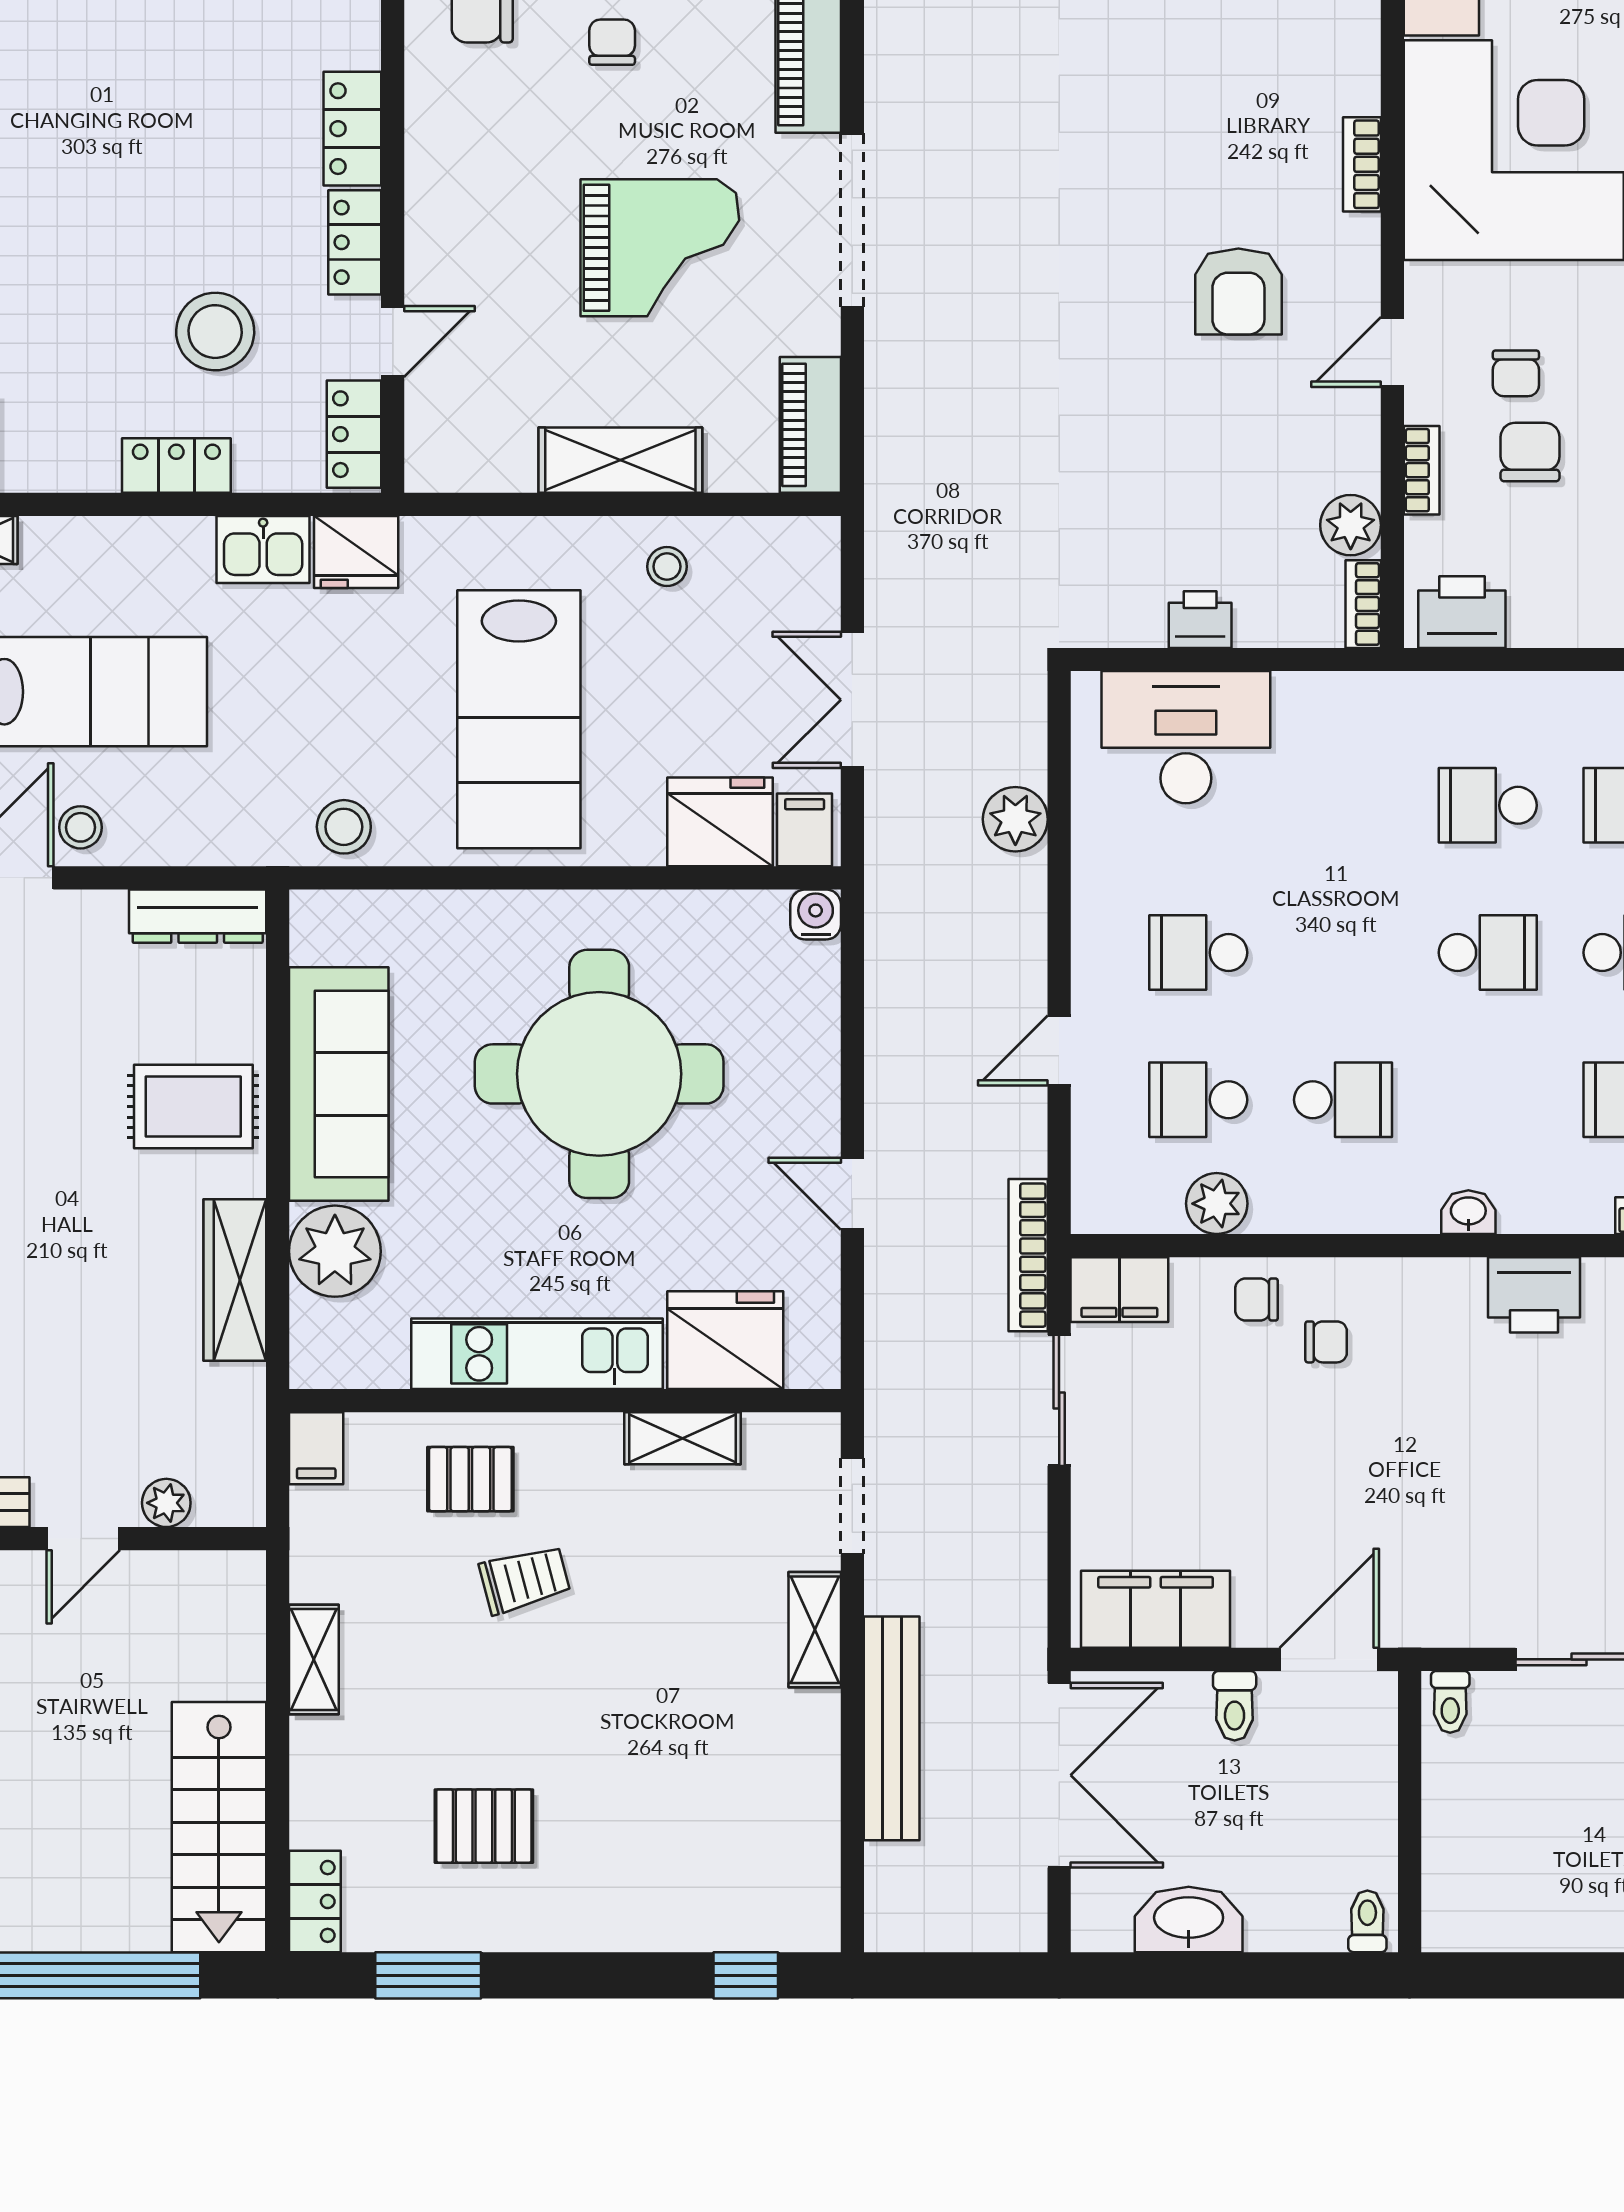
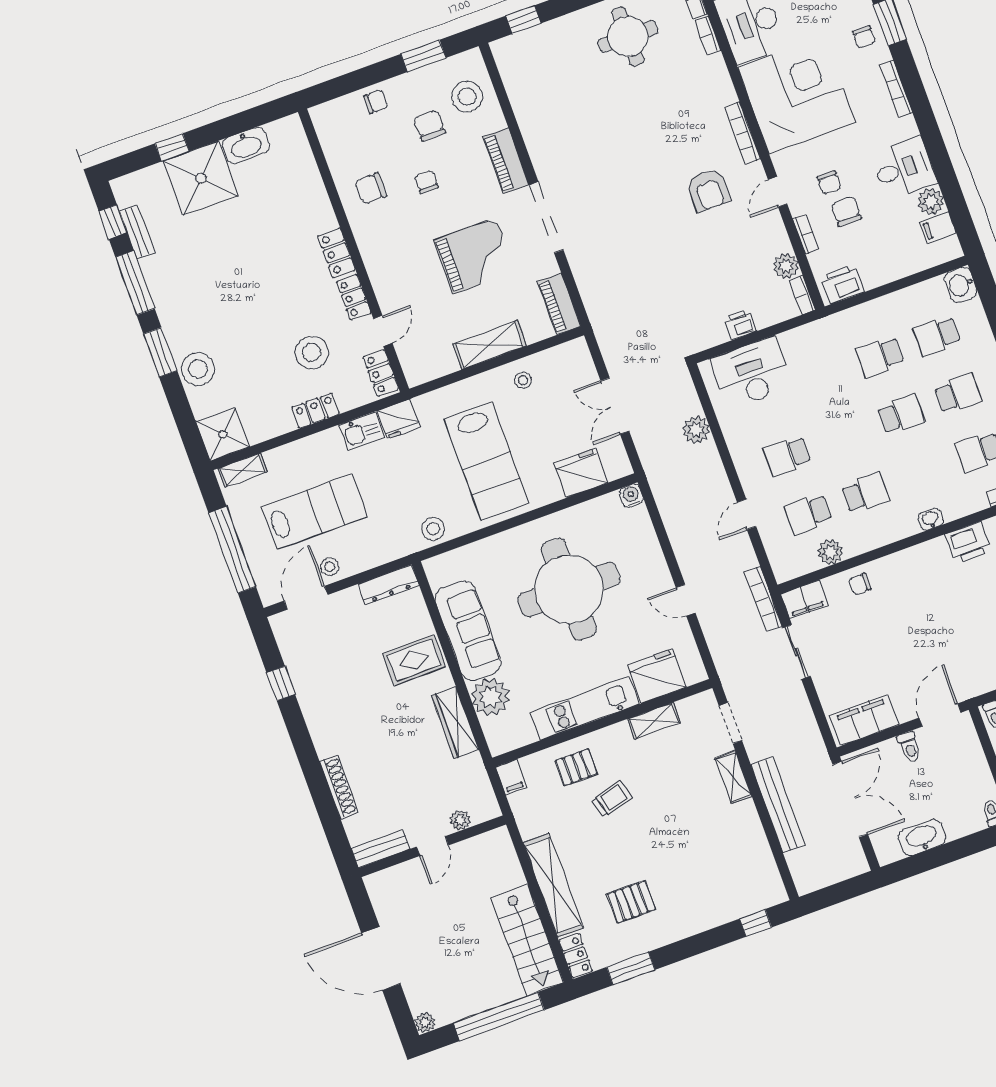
bookcase: (1362, 164) -> (743, 133), width x1.56
filing cabinet: (805, 830) -> (615, 464), removed
chair: (1326, 1342) -> (893, 591), removed
shelving: (314, 1660) -> (553, 885), width x2.20, depth x1.33

